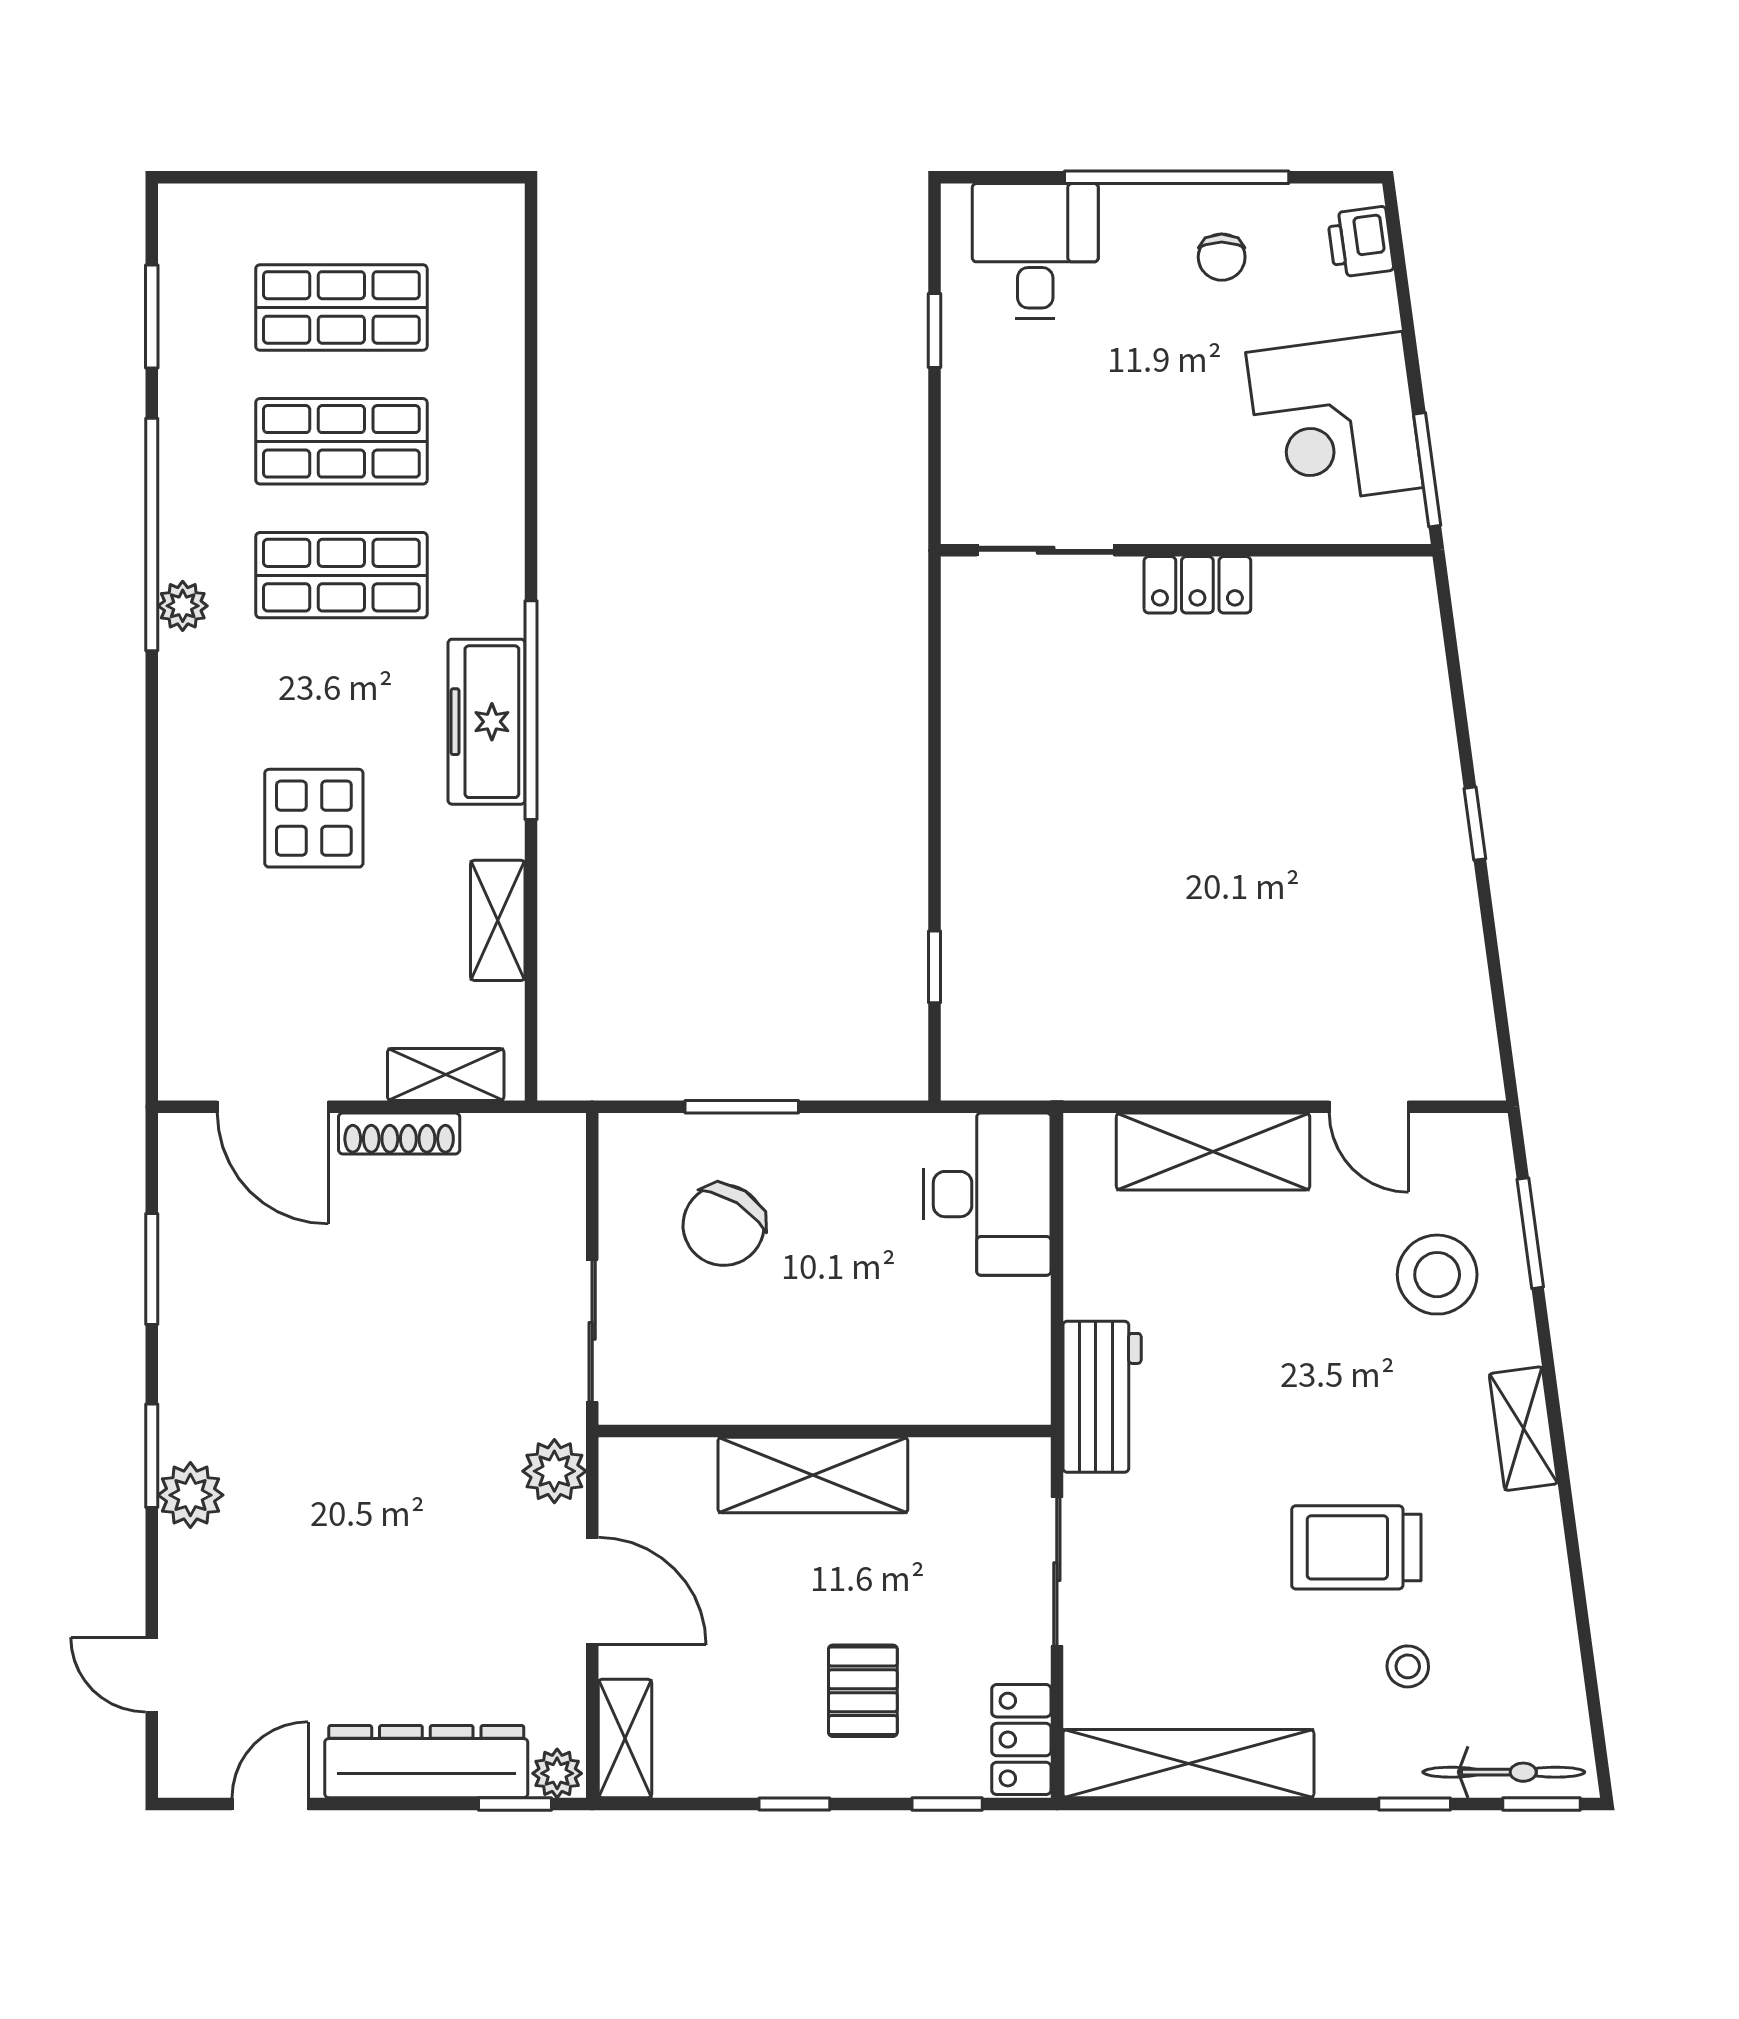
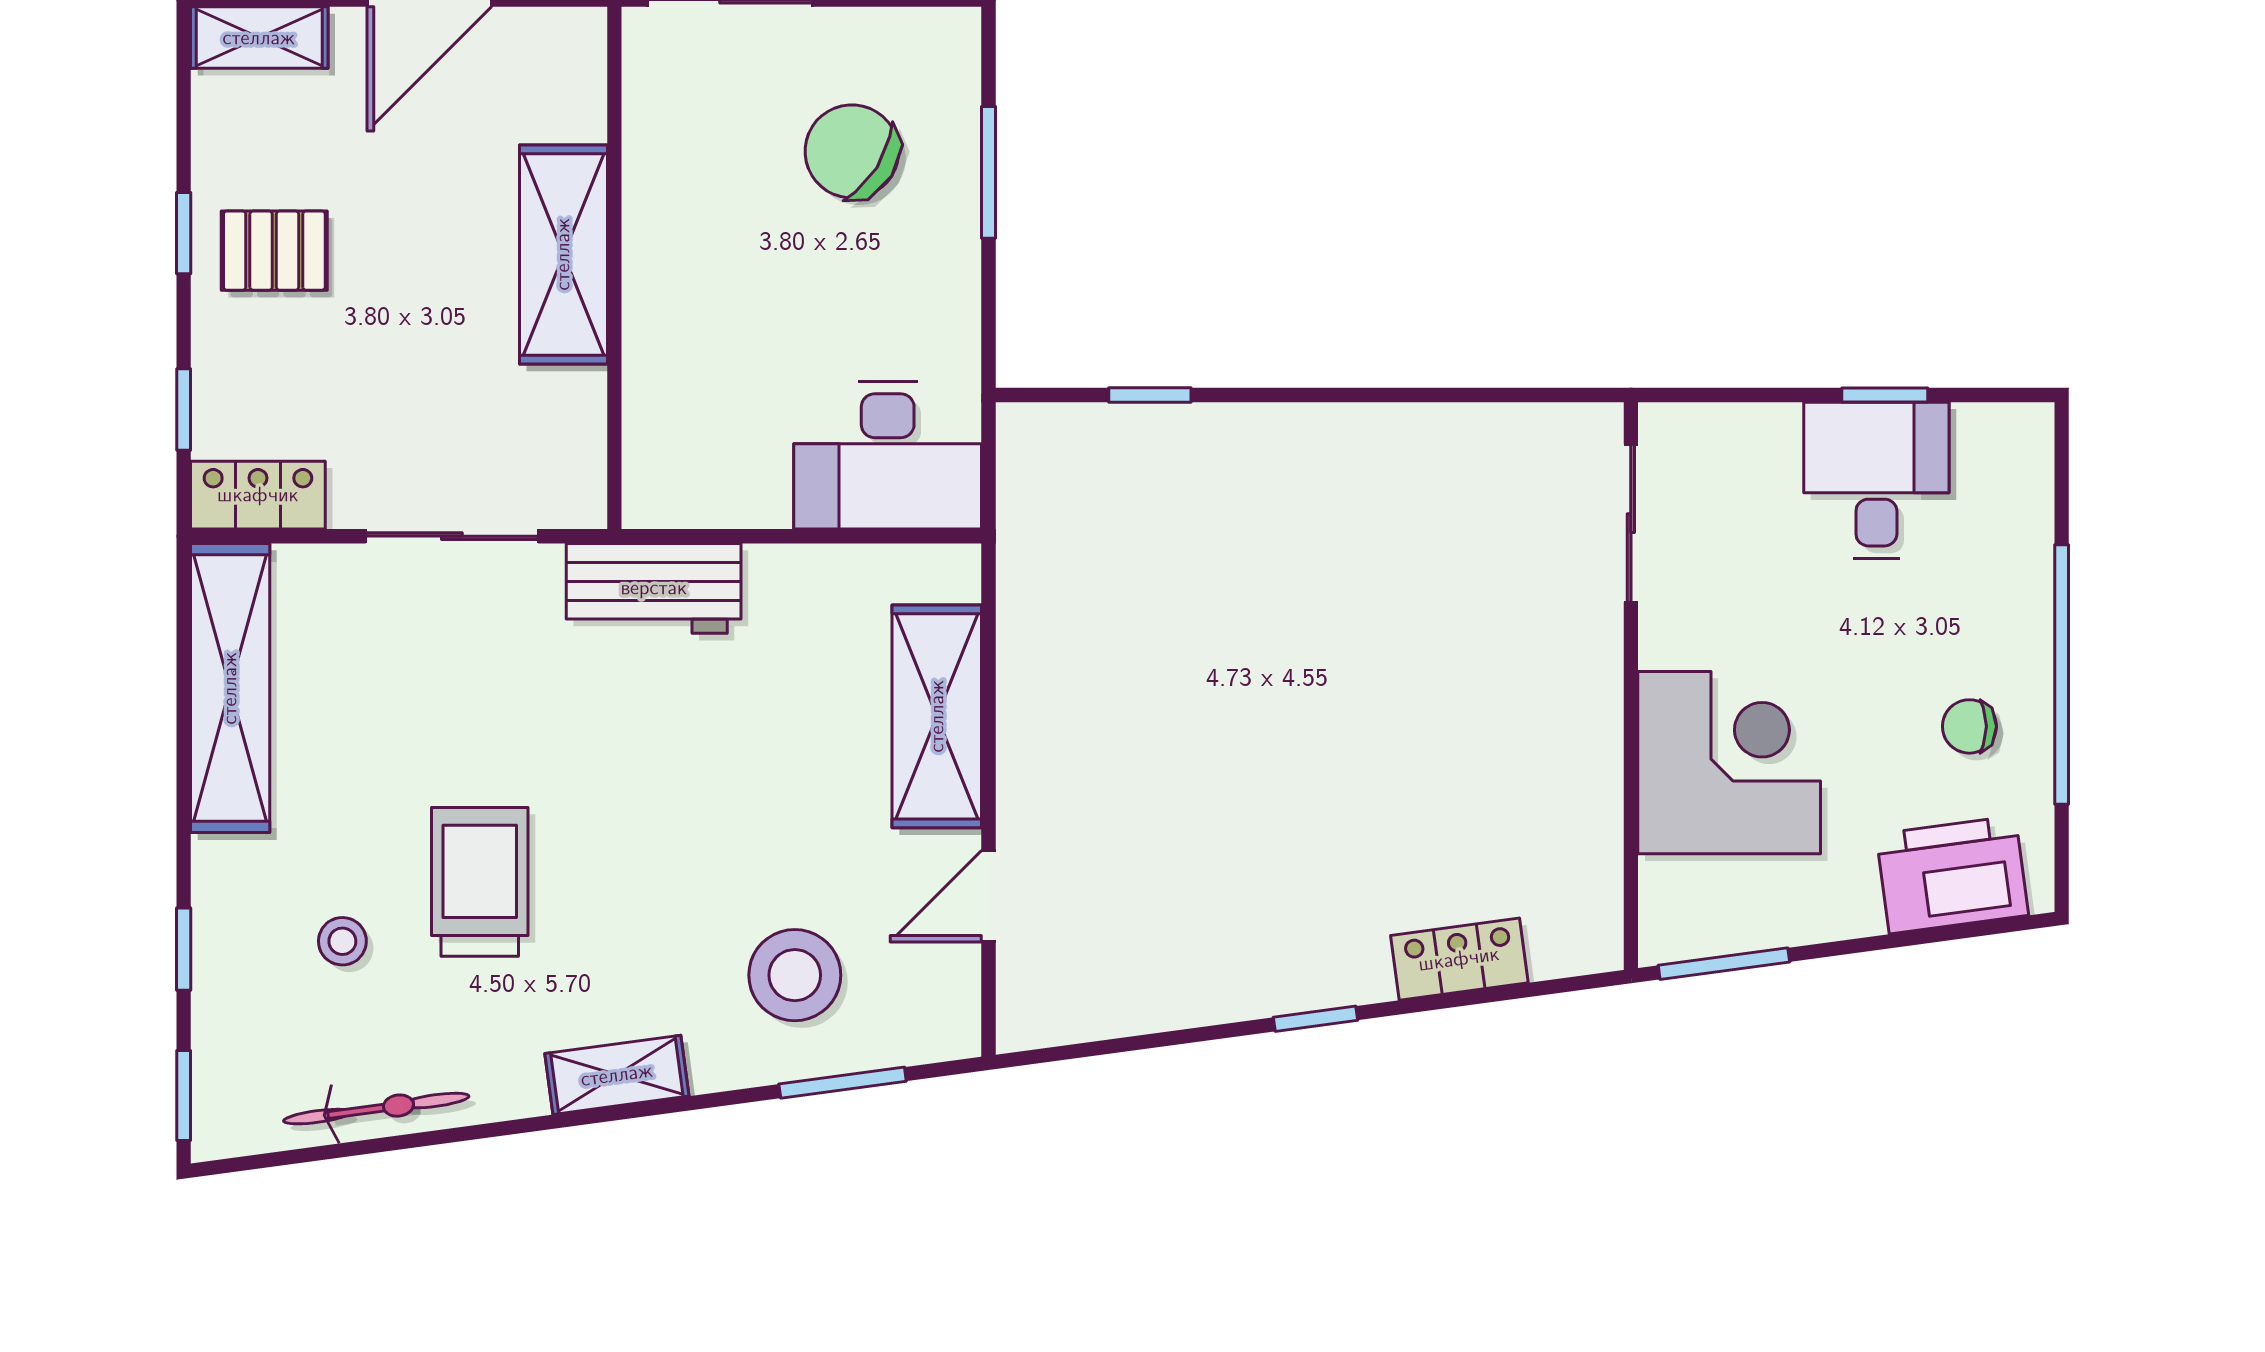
printer: (1360, 242) -> (1952, 875), width x1.87, depth x1.48
desk: (1035, 251) -> (1876, 480), moved, turned -90
corner desk: (1335, 420) -> (1729, 763), moved, turned 98
locker: (1197, 585) -> (1459, 959), moved, turned 82
pallet: (863, 1691) -> (274, 251), moved
bicycle: (1504, 1772) -> (376, 1109), moved, turned -98

